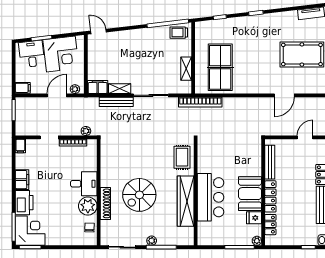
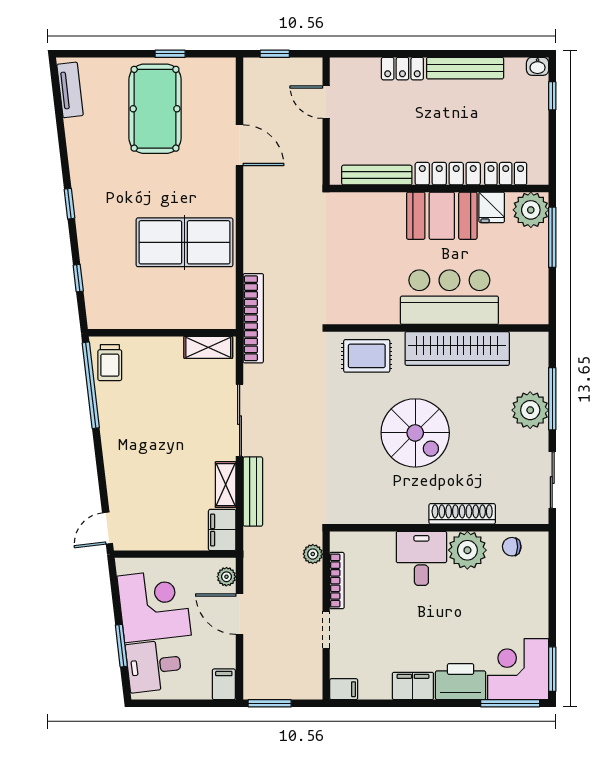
table tennis table: (220, 67) -> (184, 242), moved
shelving: (186, 69) -> (208, 347), moved
spiral stairs: (139, 195) -> (415, 433), moved
plant: (152, 241) -> (530, 410), width x1.88, depth x1.88
plant: (257, 241) -> (531, 210), width x1.88, depth x1.88

